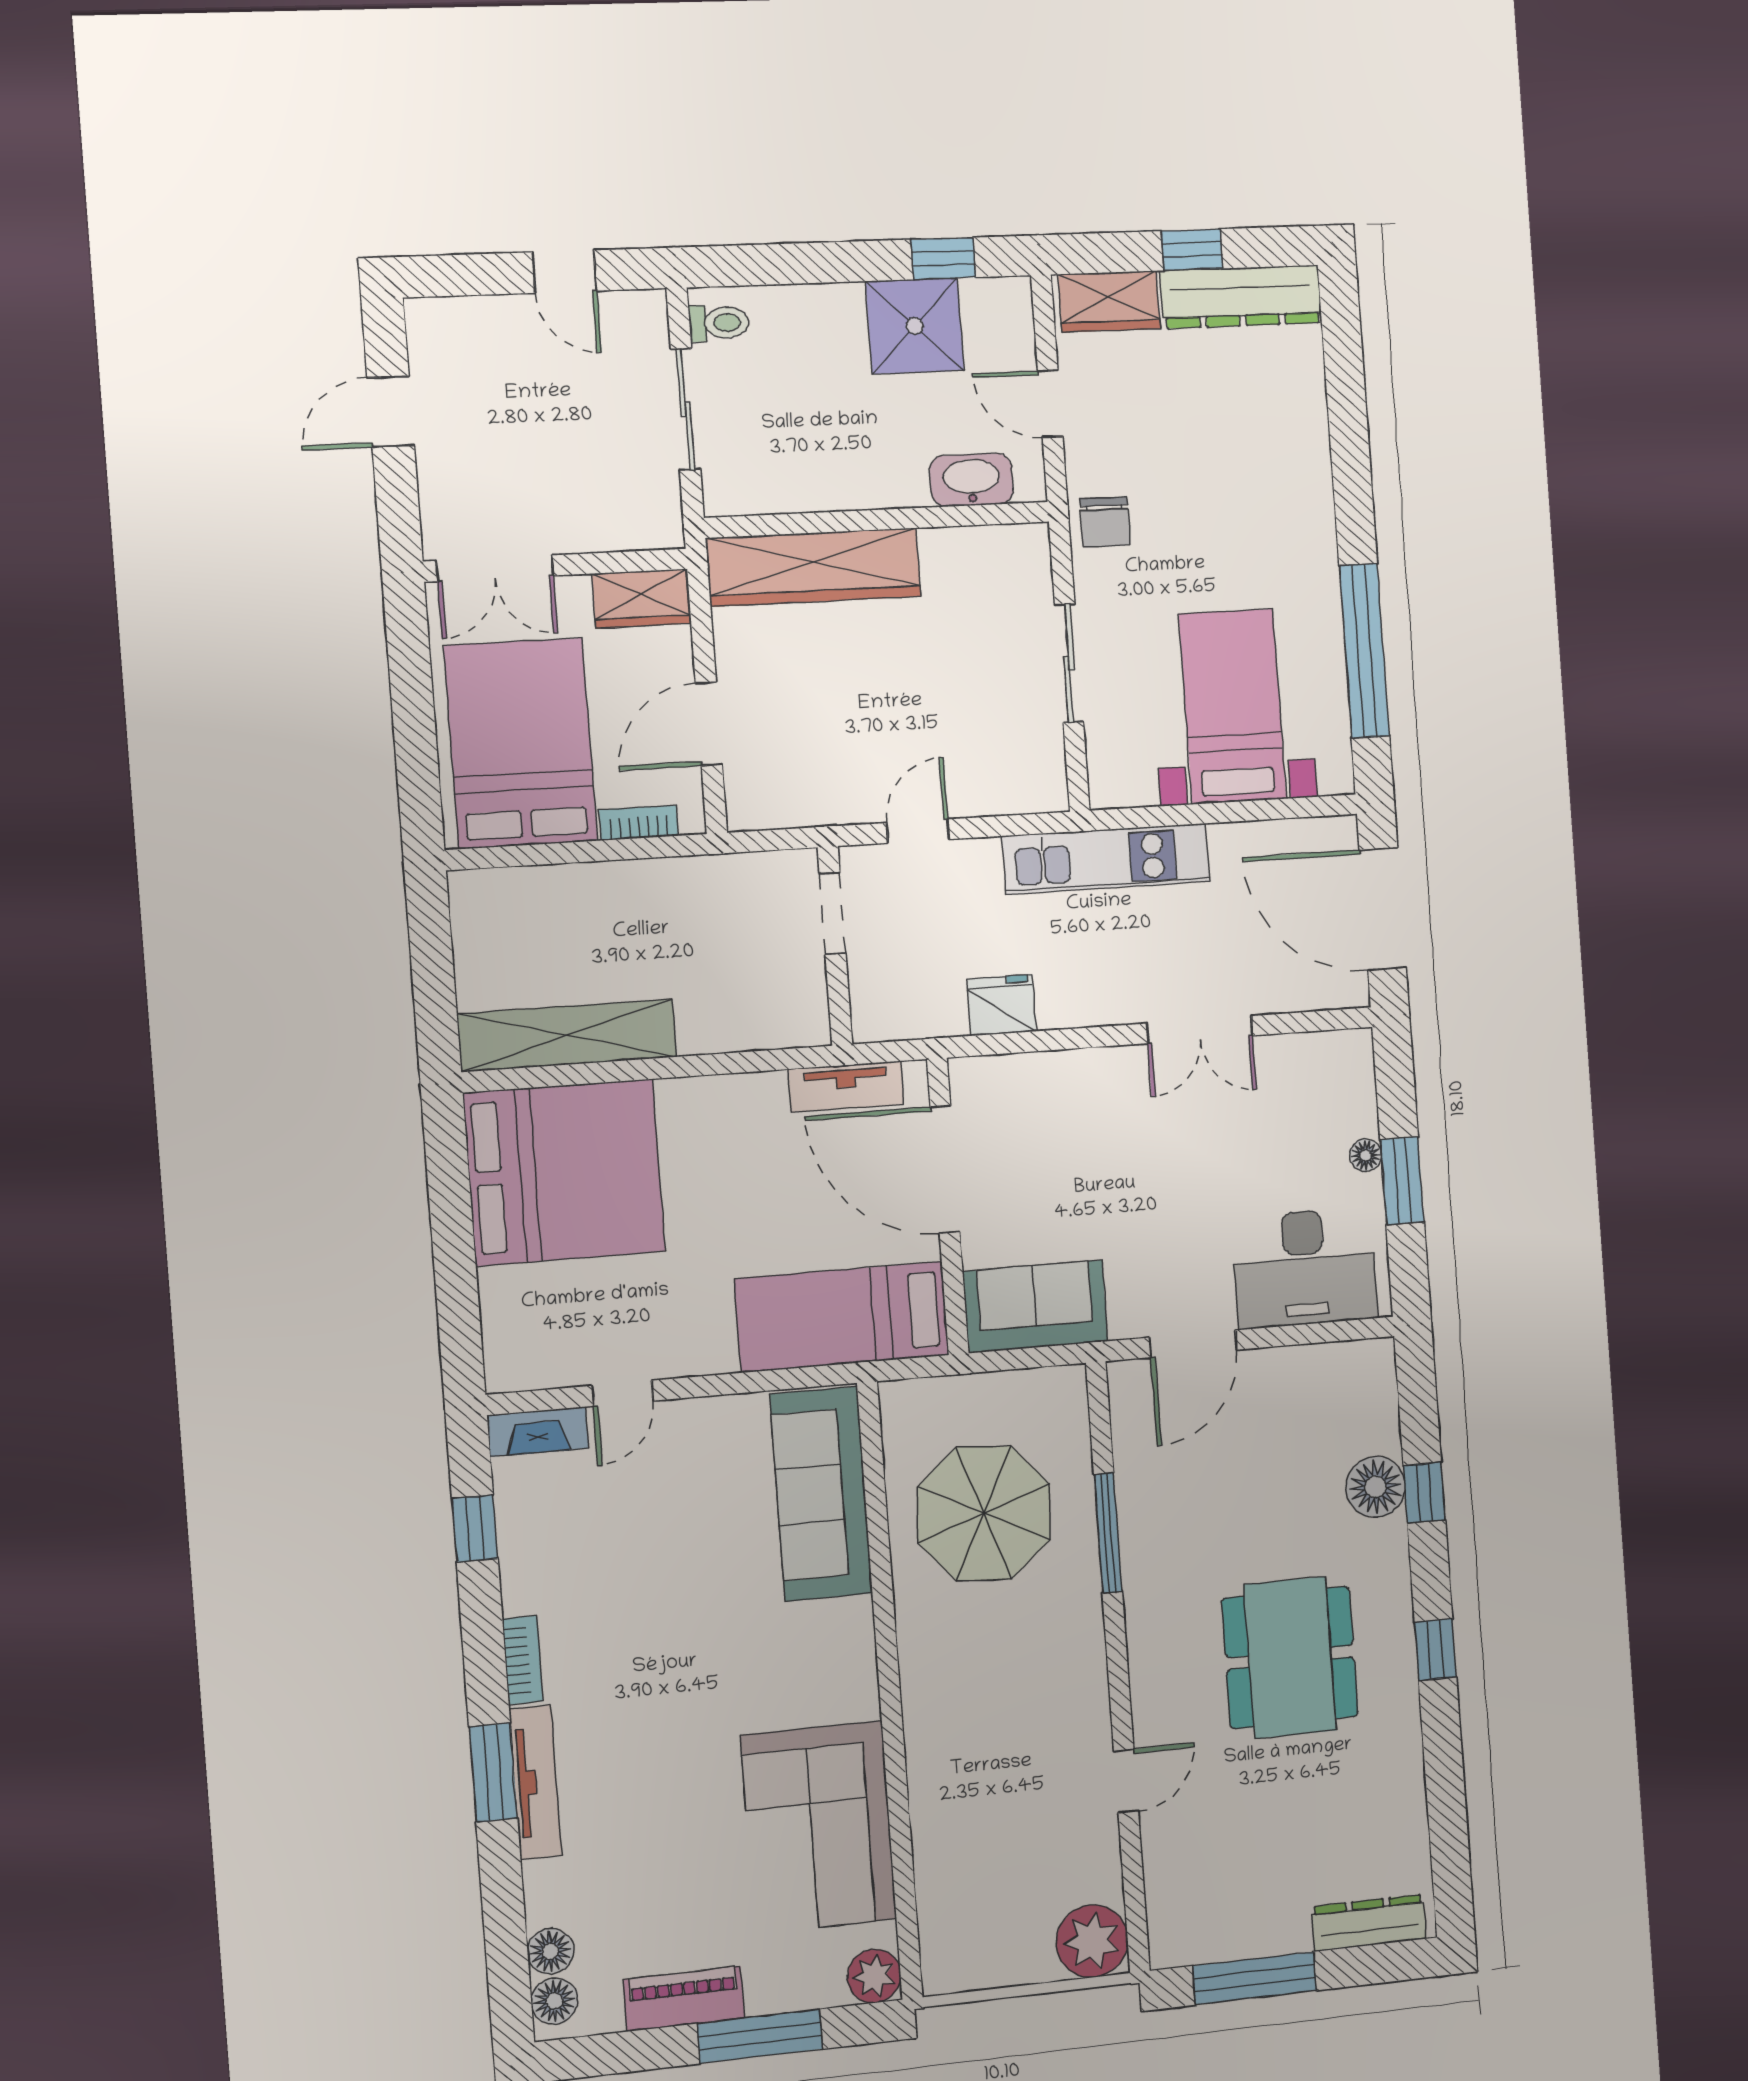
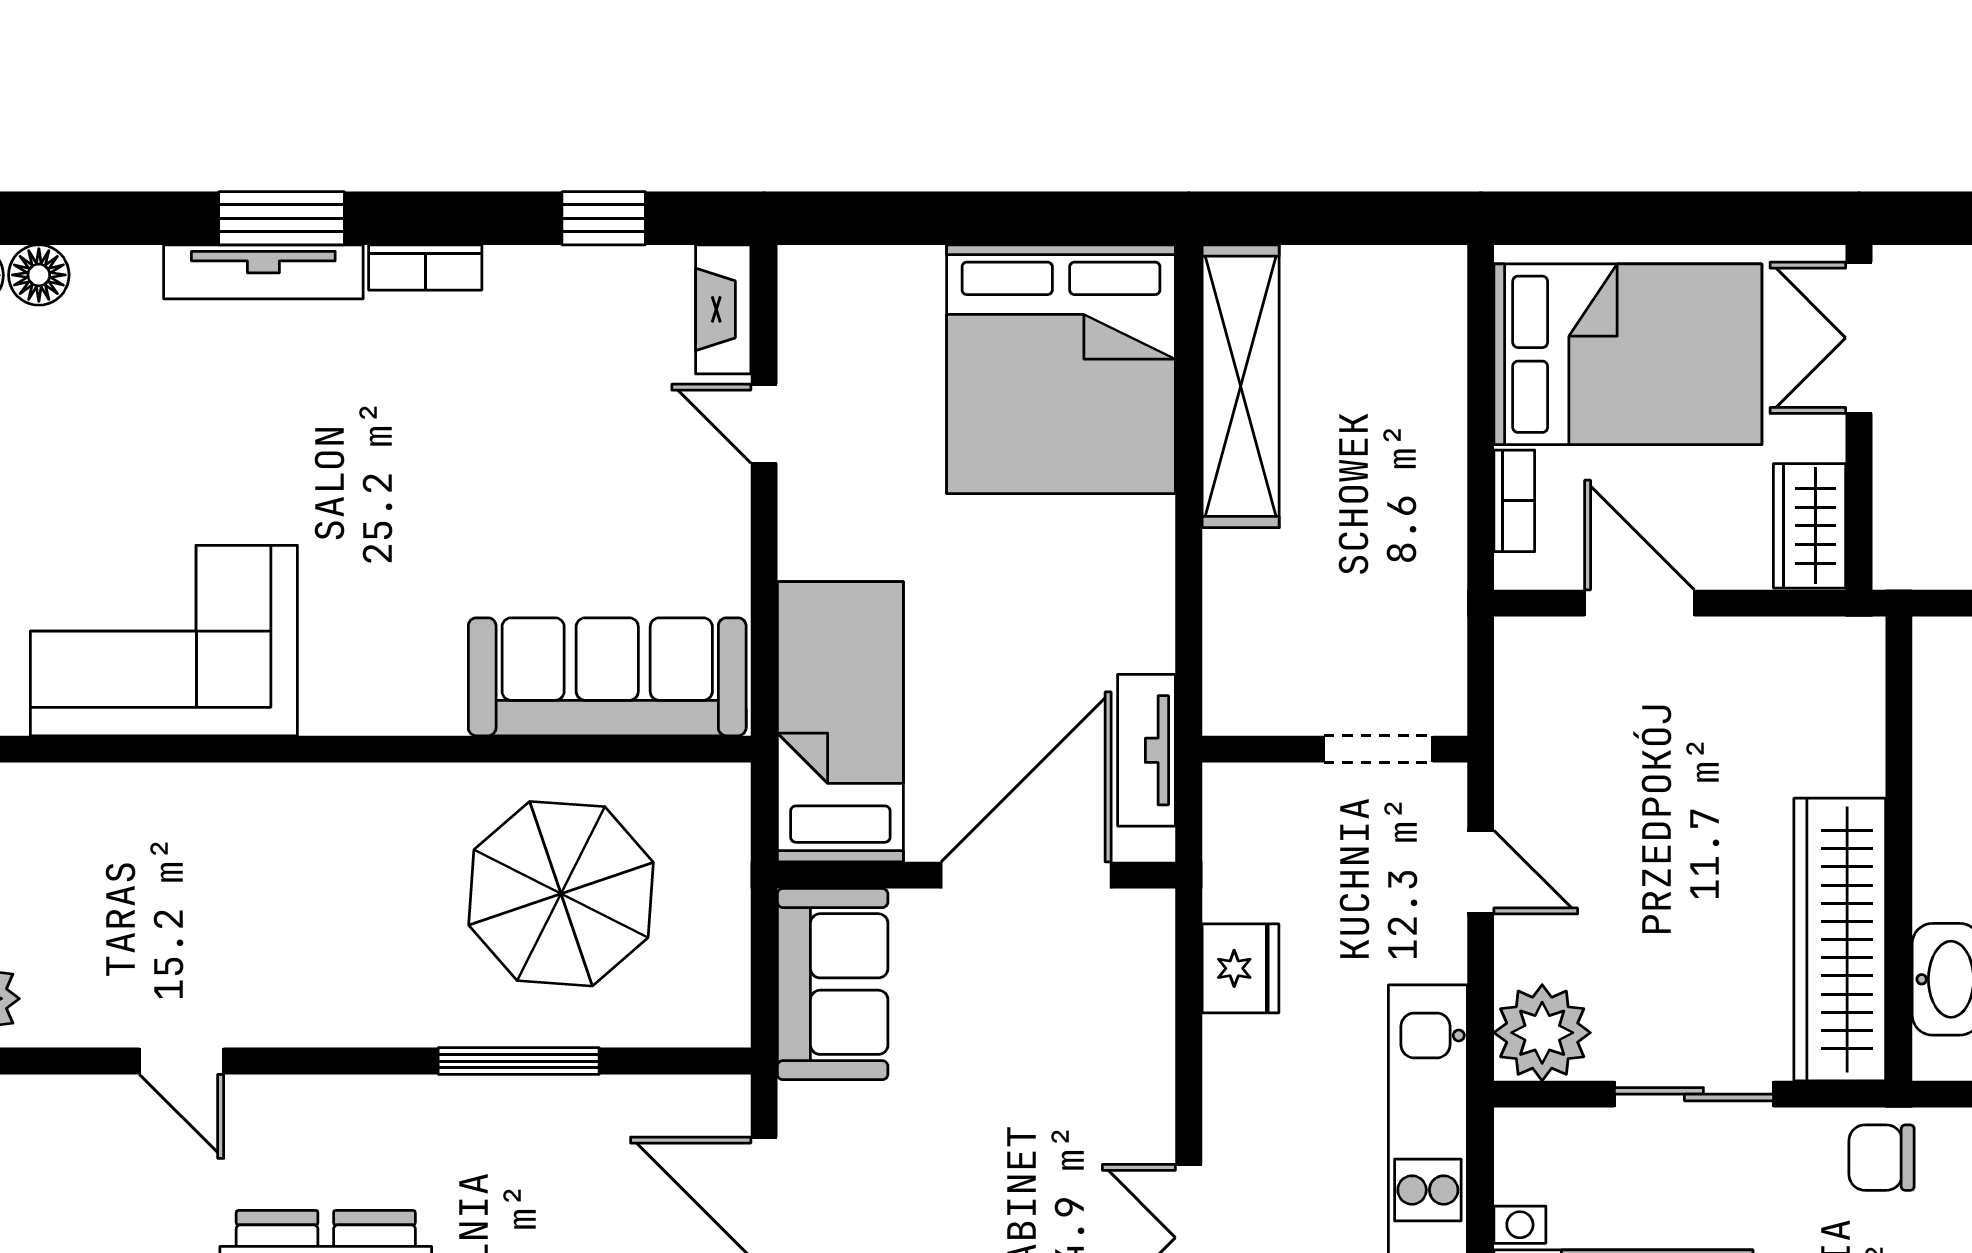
wardrobe: (813, 567) -> (1840, 940), moved
plant: (1032, 778) -> (1542, 1033), added

